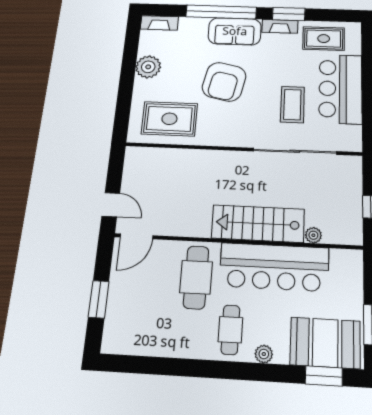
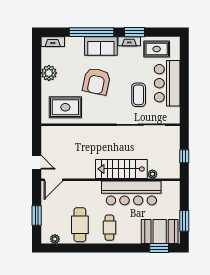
cafe table: (196, 277) -> (80, 225), moved
plant: (264, 354) -> (55, 239), moved

